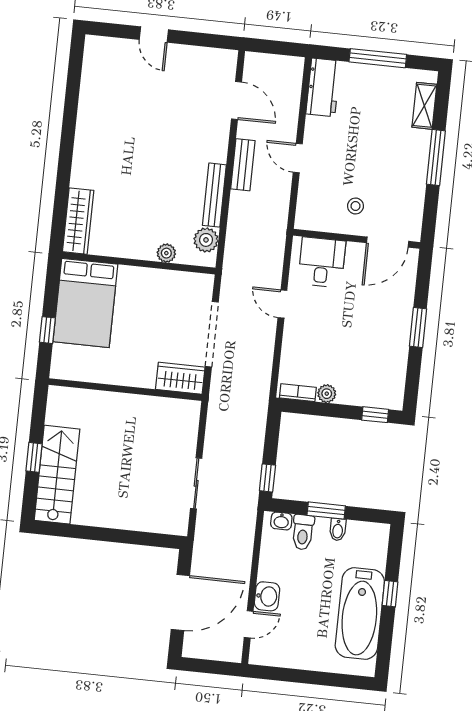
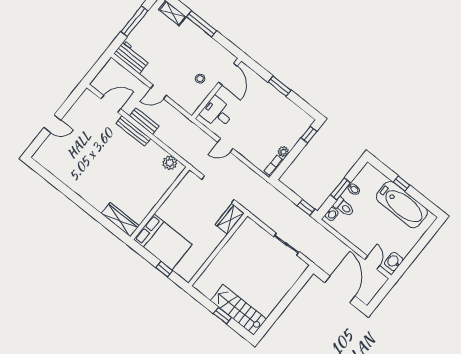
bench: (214, 195) -> (133, 131), moved
plant: (166, 253) -> (164, 186), removed
washbasin: (267, 596) -> (394, 261), moved, turned -90

